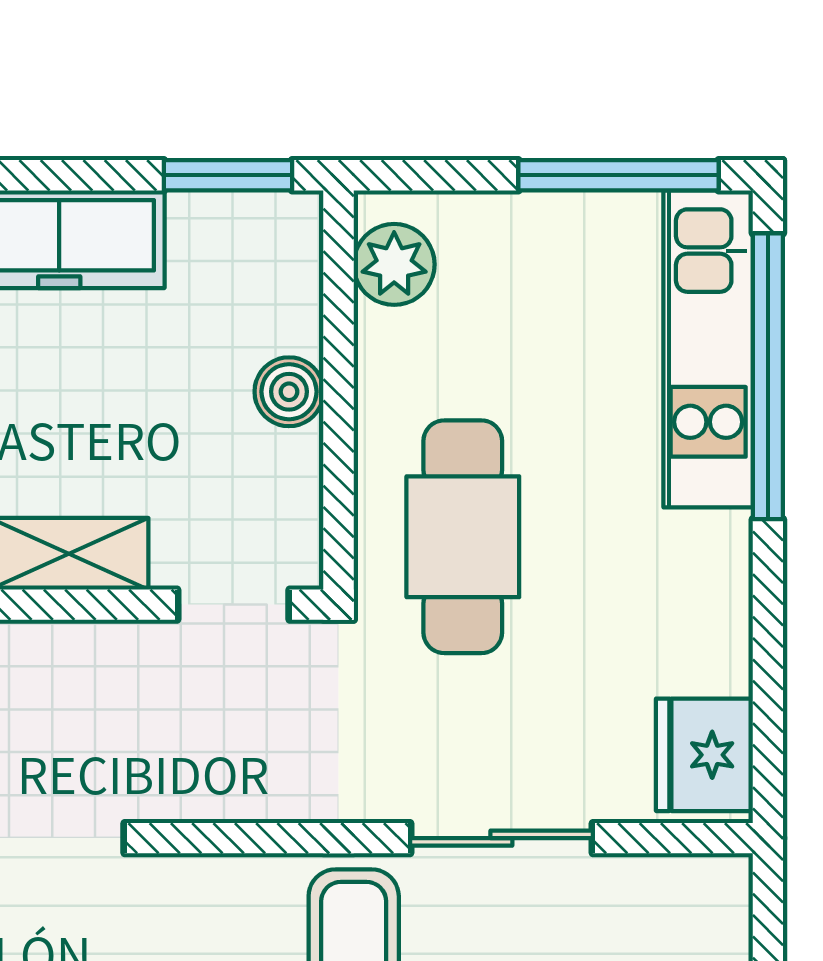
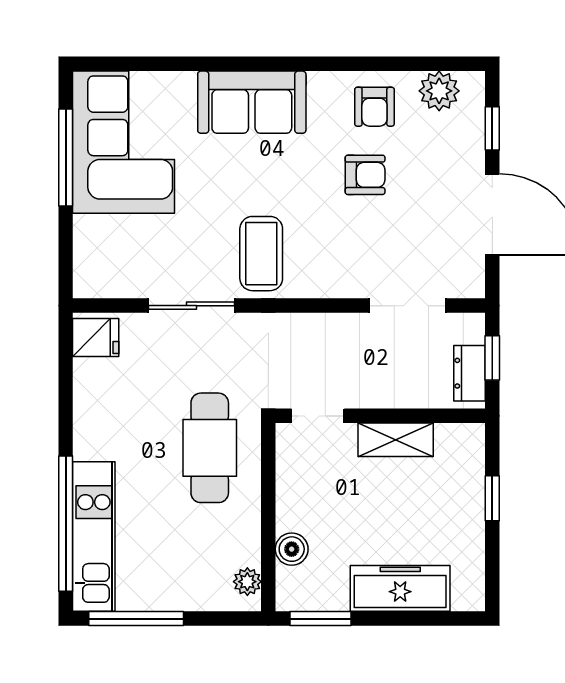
plant: (394, 264) -> (247, 582), width x0.73, depth x0.73
boiler: (289, 392) -> (292, 549), moved
fridge: (704, 755) -> (96, 338), width x0.72

